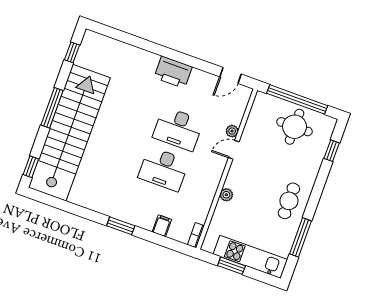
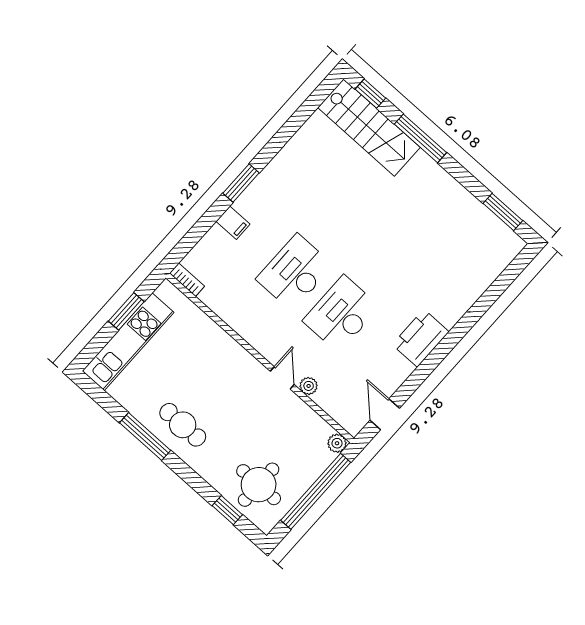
window: (72, 52) -> (503, 212), width x1.50
window: (52, 108) -> (421, 138), moved
round table: (295, 127) -> (259, 485), moved
stairs: (69, 133) -> (369, 128), width x0.54, depth x0.66
plant: (226, 195) -> (337, 443), moved
filing cabinet: (162, 226) -> (233, 223), moved
window: (300, 237) -> (145, 437), moved

